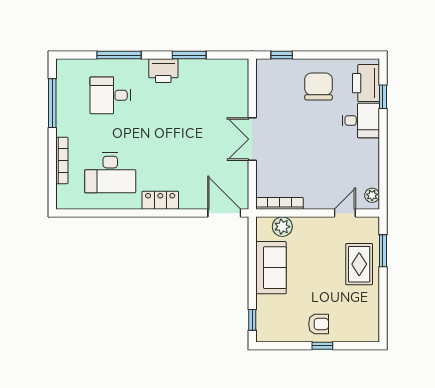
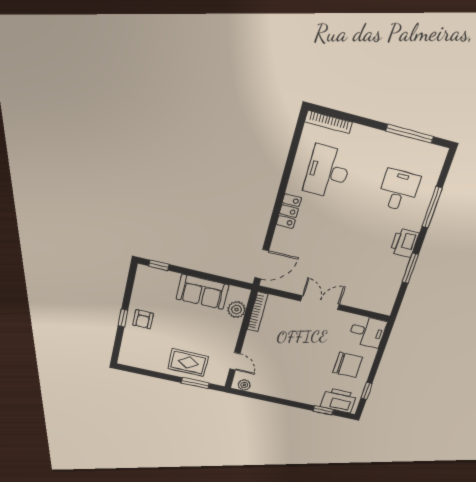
window: (282, 55) -> (366, 391), moved
desk: (361, 121) -> (367, 332), moved, turned -90
bookcase: (62, 160) -> (328, 122), moved

